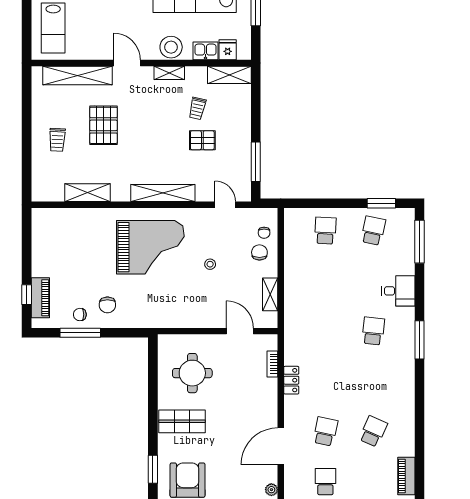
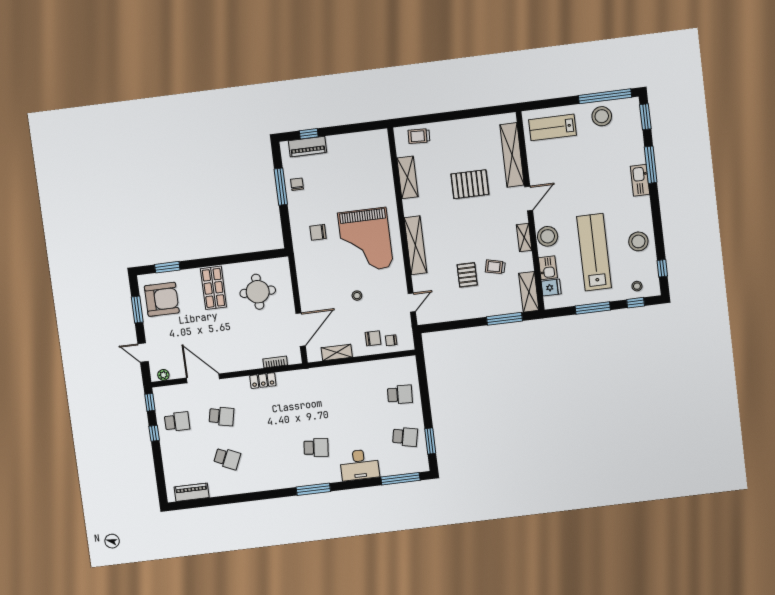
trolley: (57, 140) -> (419, 136), moved
window: (256, 162) -> (504, 319), moved
desk: (398, 291) -> (359, 465), width x1.37
chair: (107, 305) -> (318, 232), moved
door: (240, 331) -> (301, 330), width x1.36

